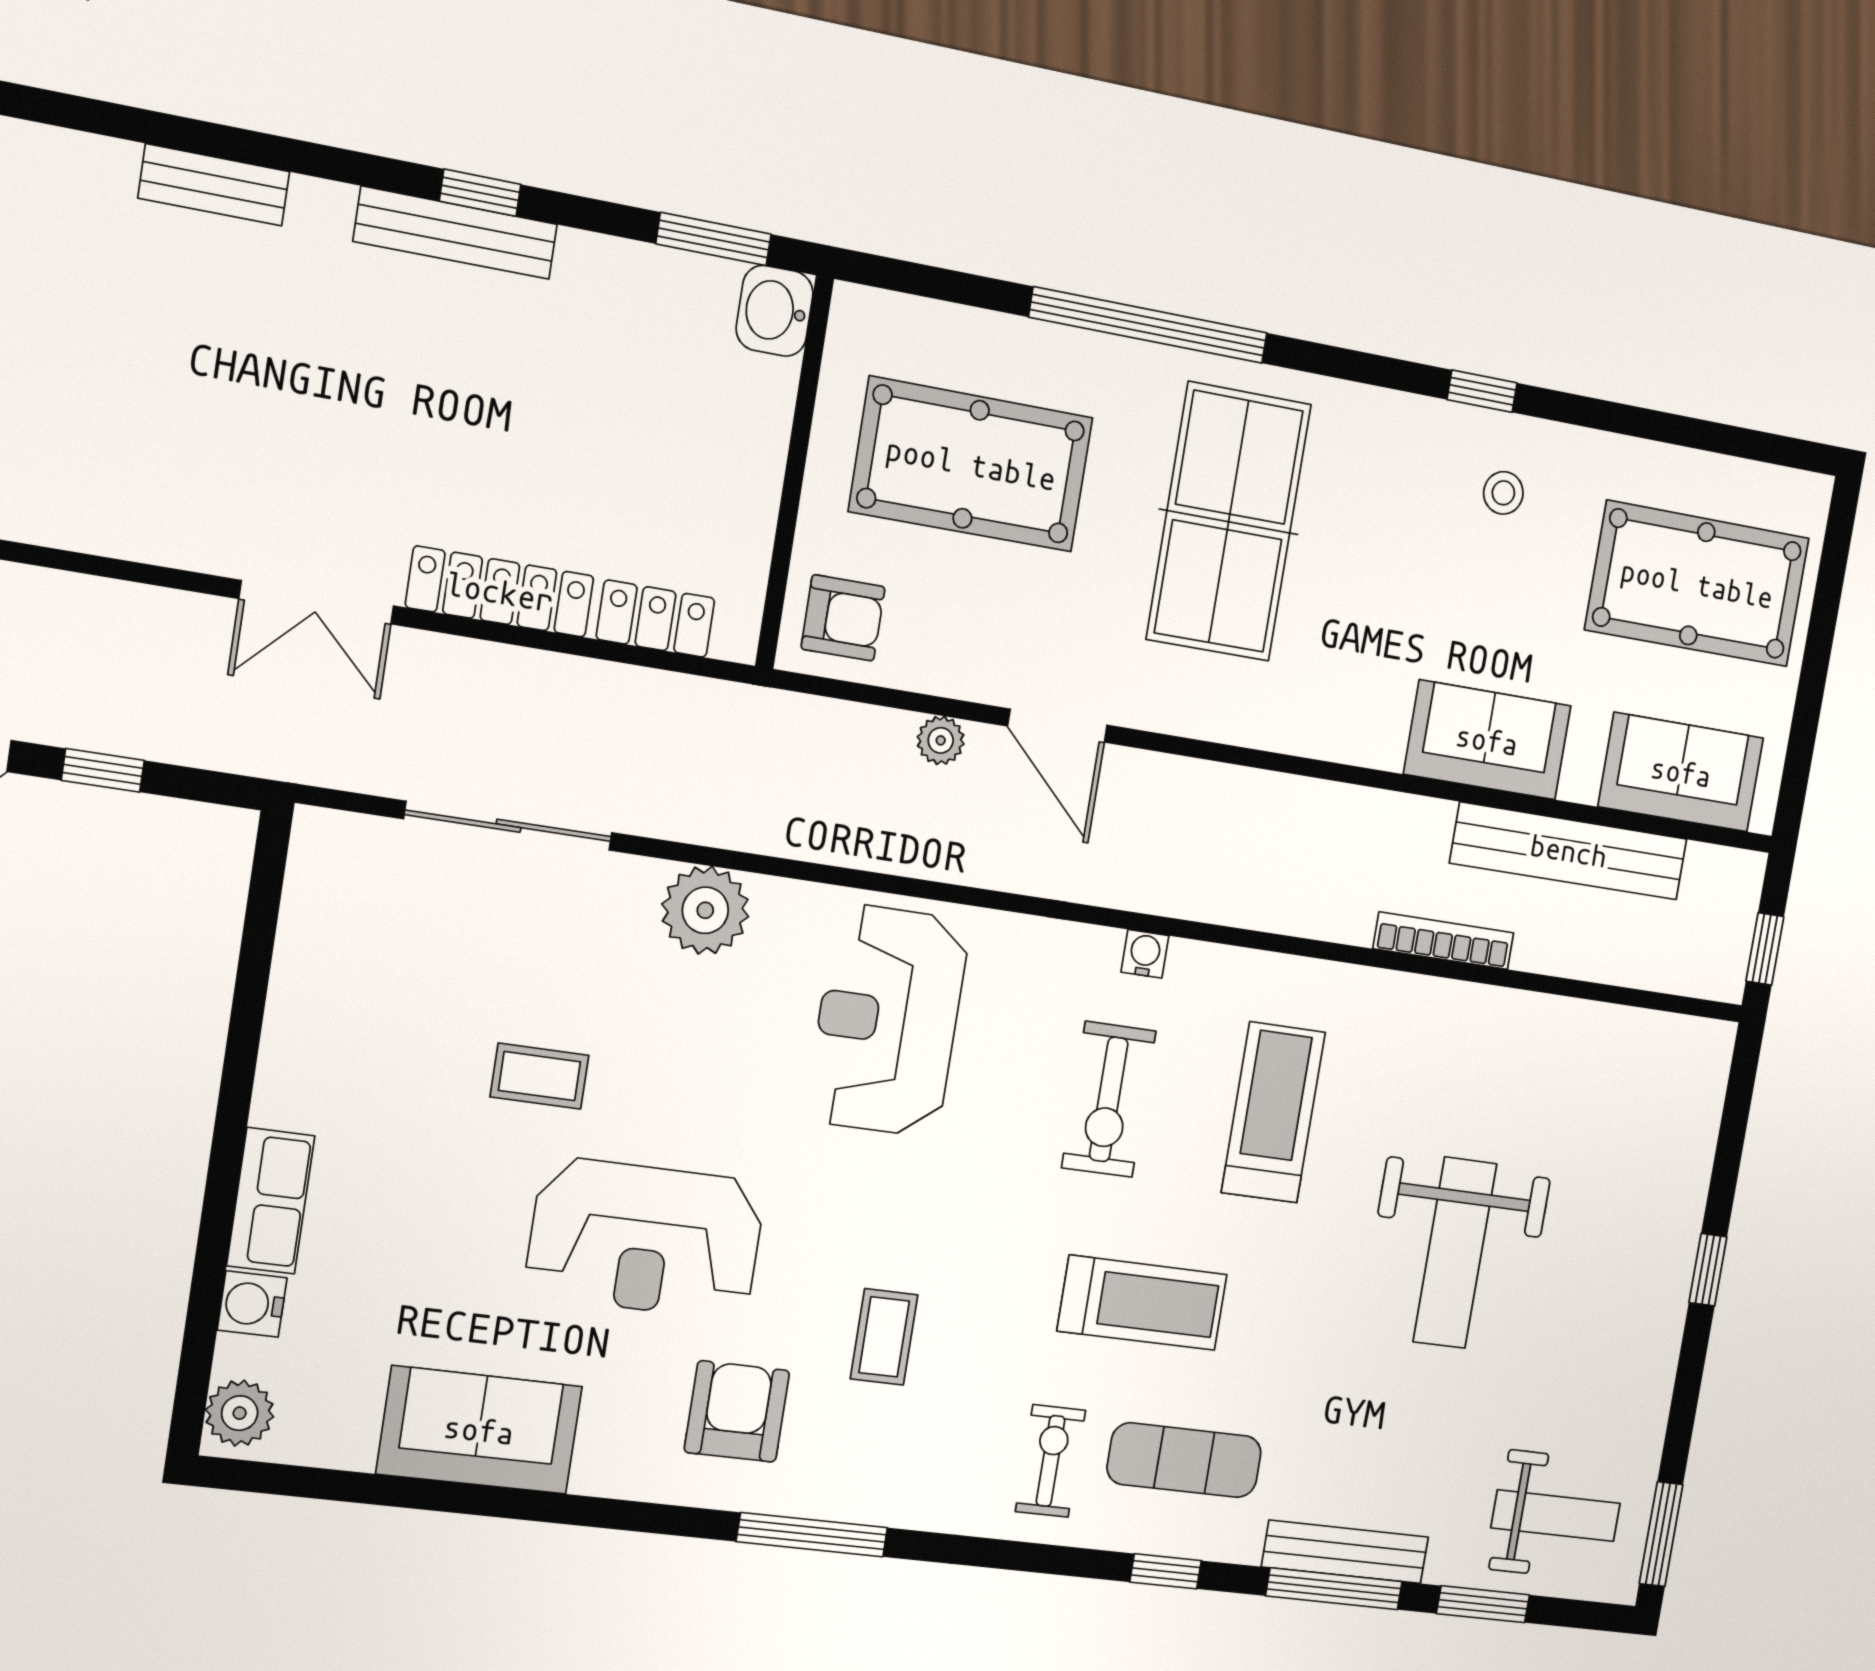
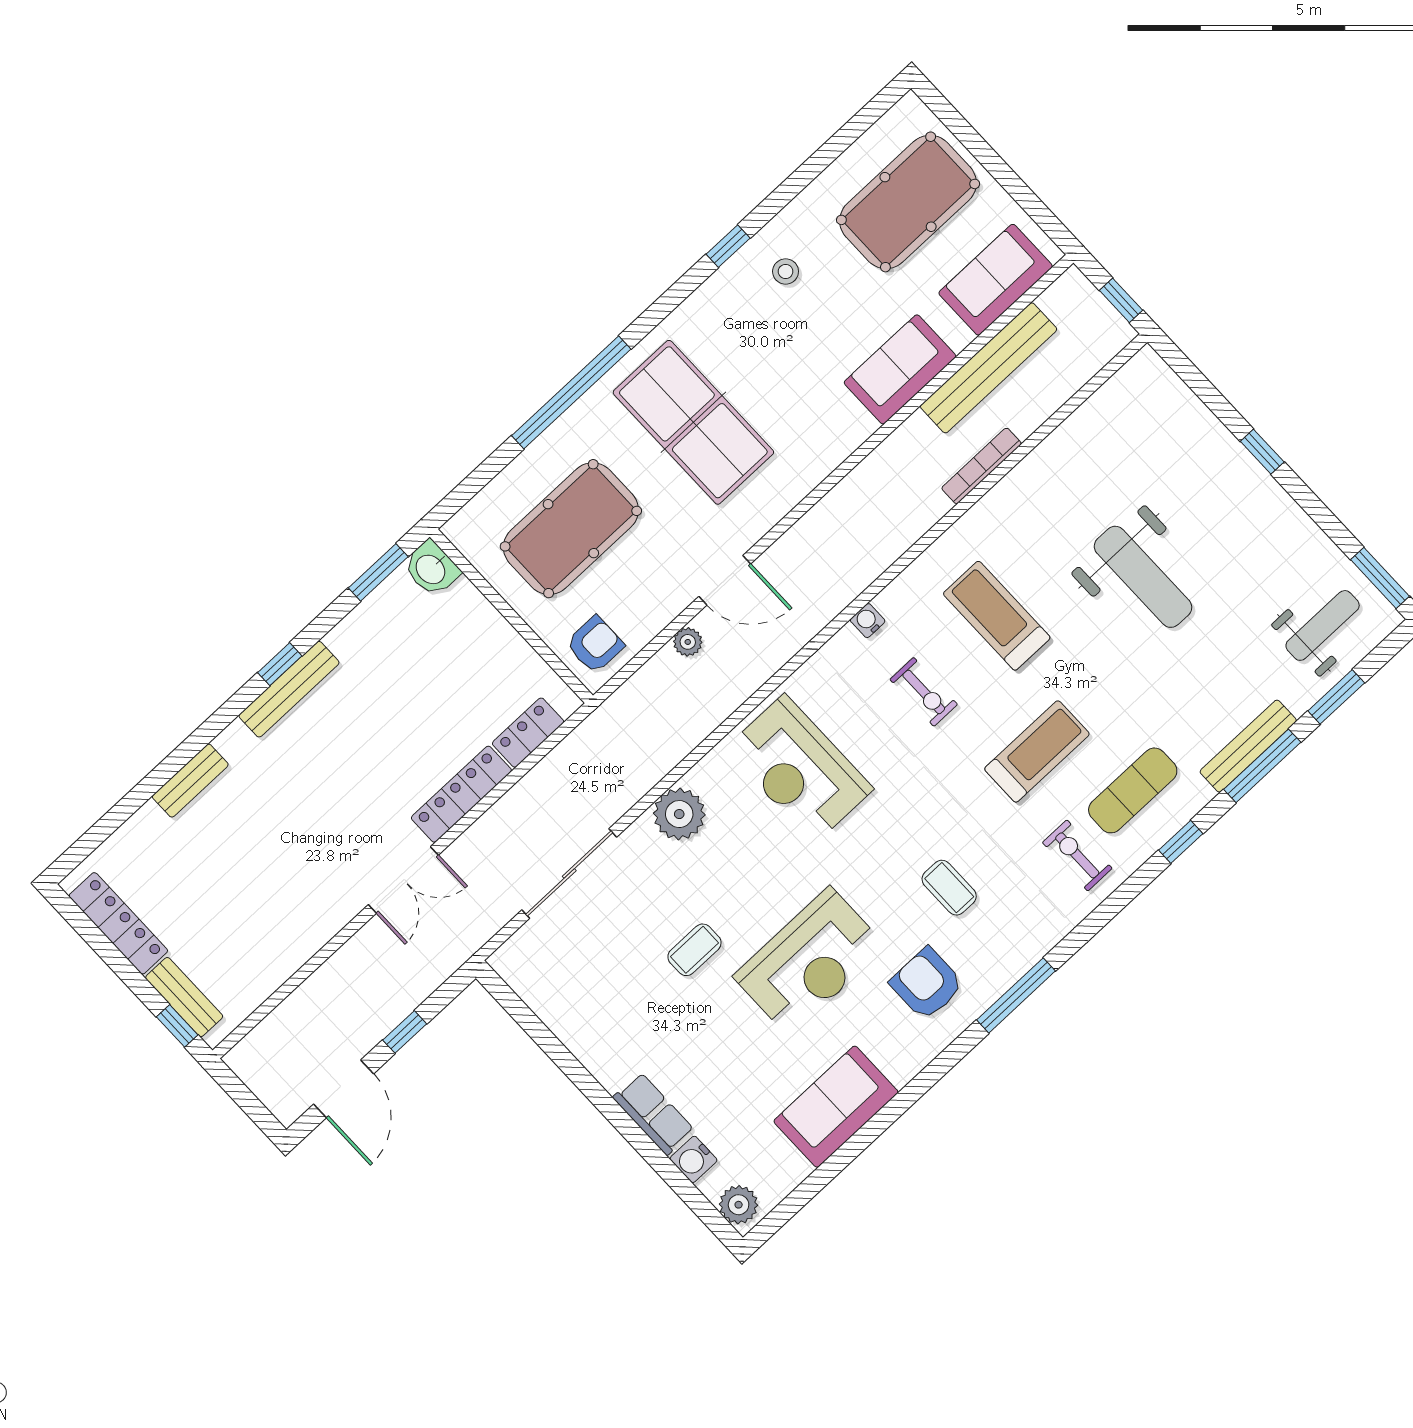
exercise bike: (1109, 1099) -> (924, 692), width x0.73, depth x0.72

